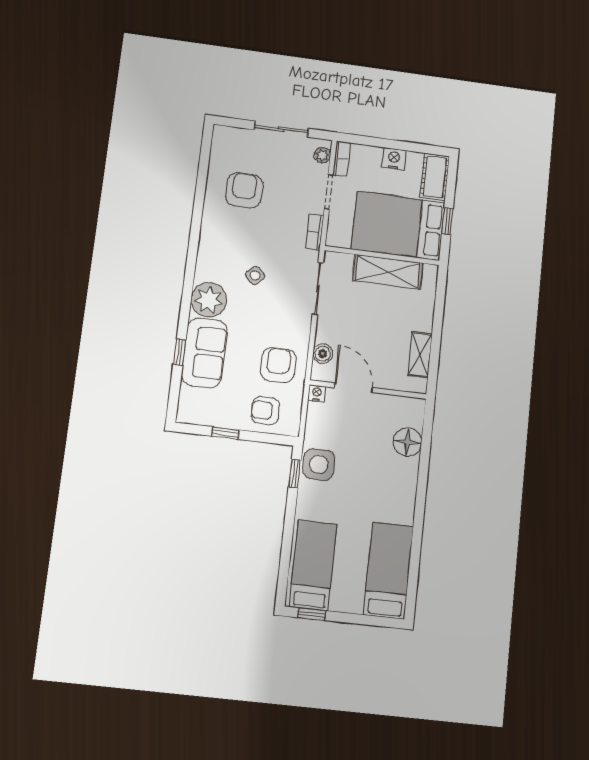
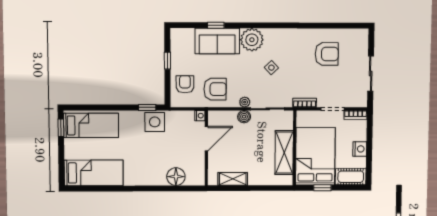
plant: (322, 155) -> (245, 102), moved
boiler: (323, 354) -> (244, 117), moved

